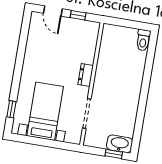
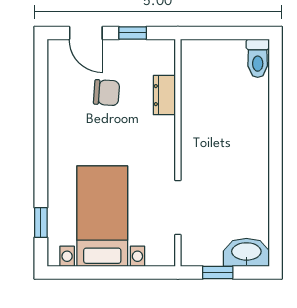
chair: (59, 45) -> (107, 93), added
dresser: (86, 75) -> (164, 95), moved
window: (114, 154) -> (218, 272), moved

